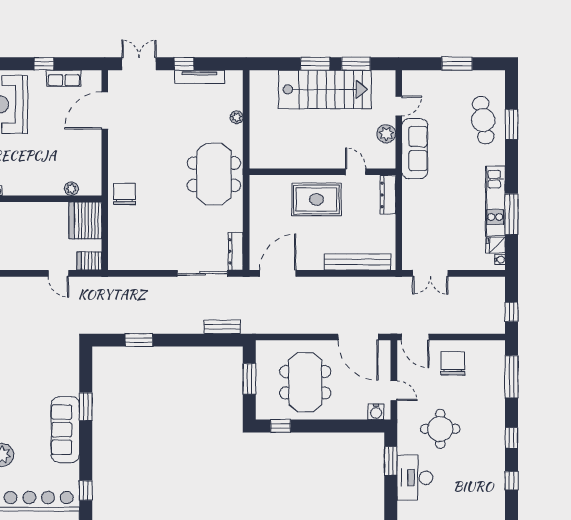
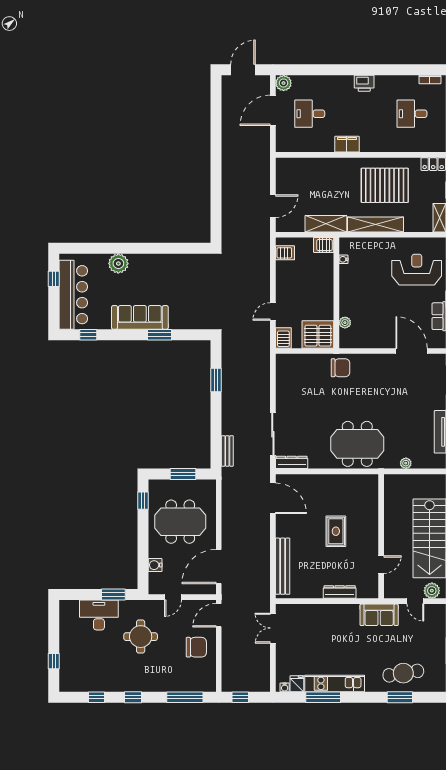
plant: (386, 134) -> (432, 591), moved
sofa: (415, 149) -> (379, 615), width x0.73
wall: (322, 172) -> (381, 536), moved
door: (356, 172) -> (381, 565), moved
rug: (316, 199) -> (336, 531), width x0.73, depth x0.70
water cooler: (376, 412) -> (155, 565), moved

